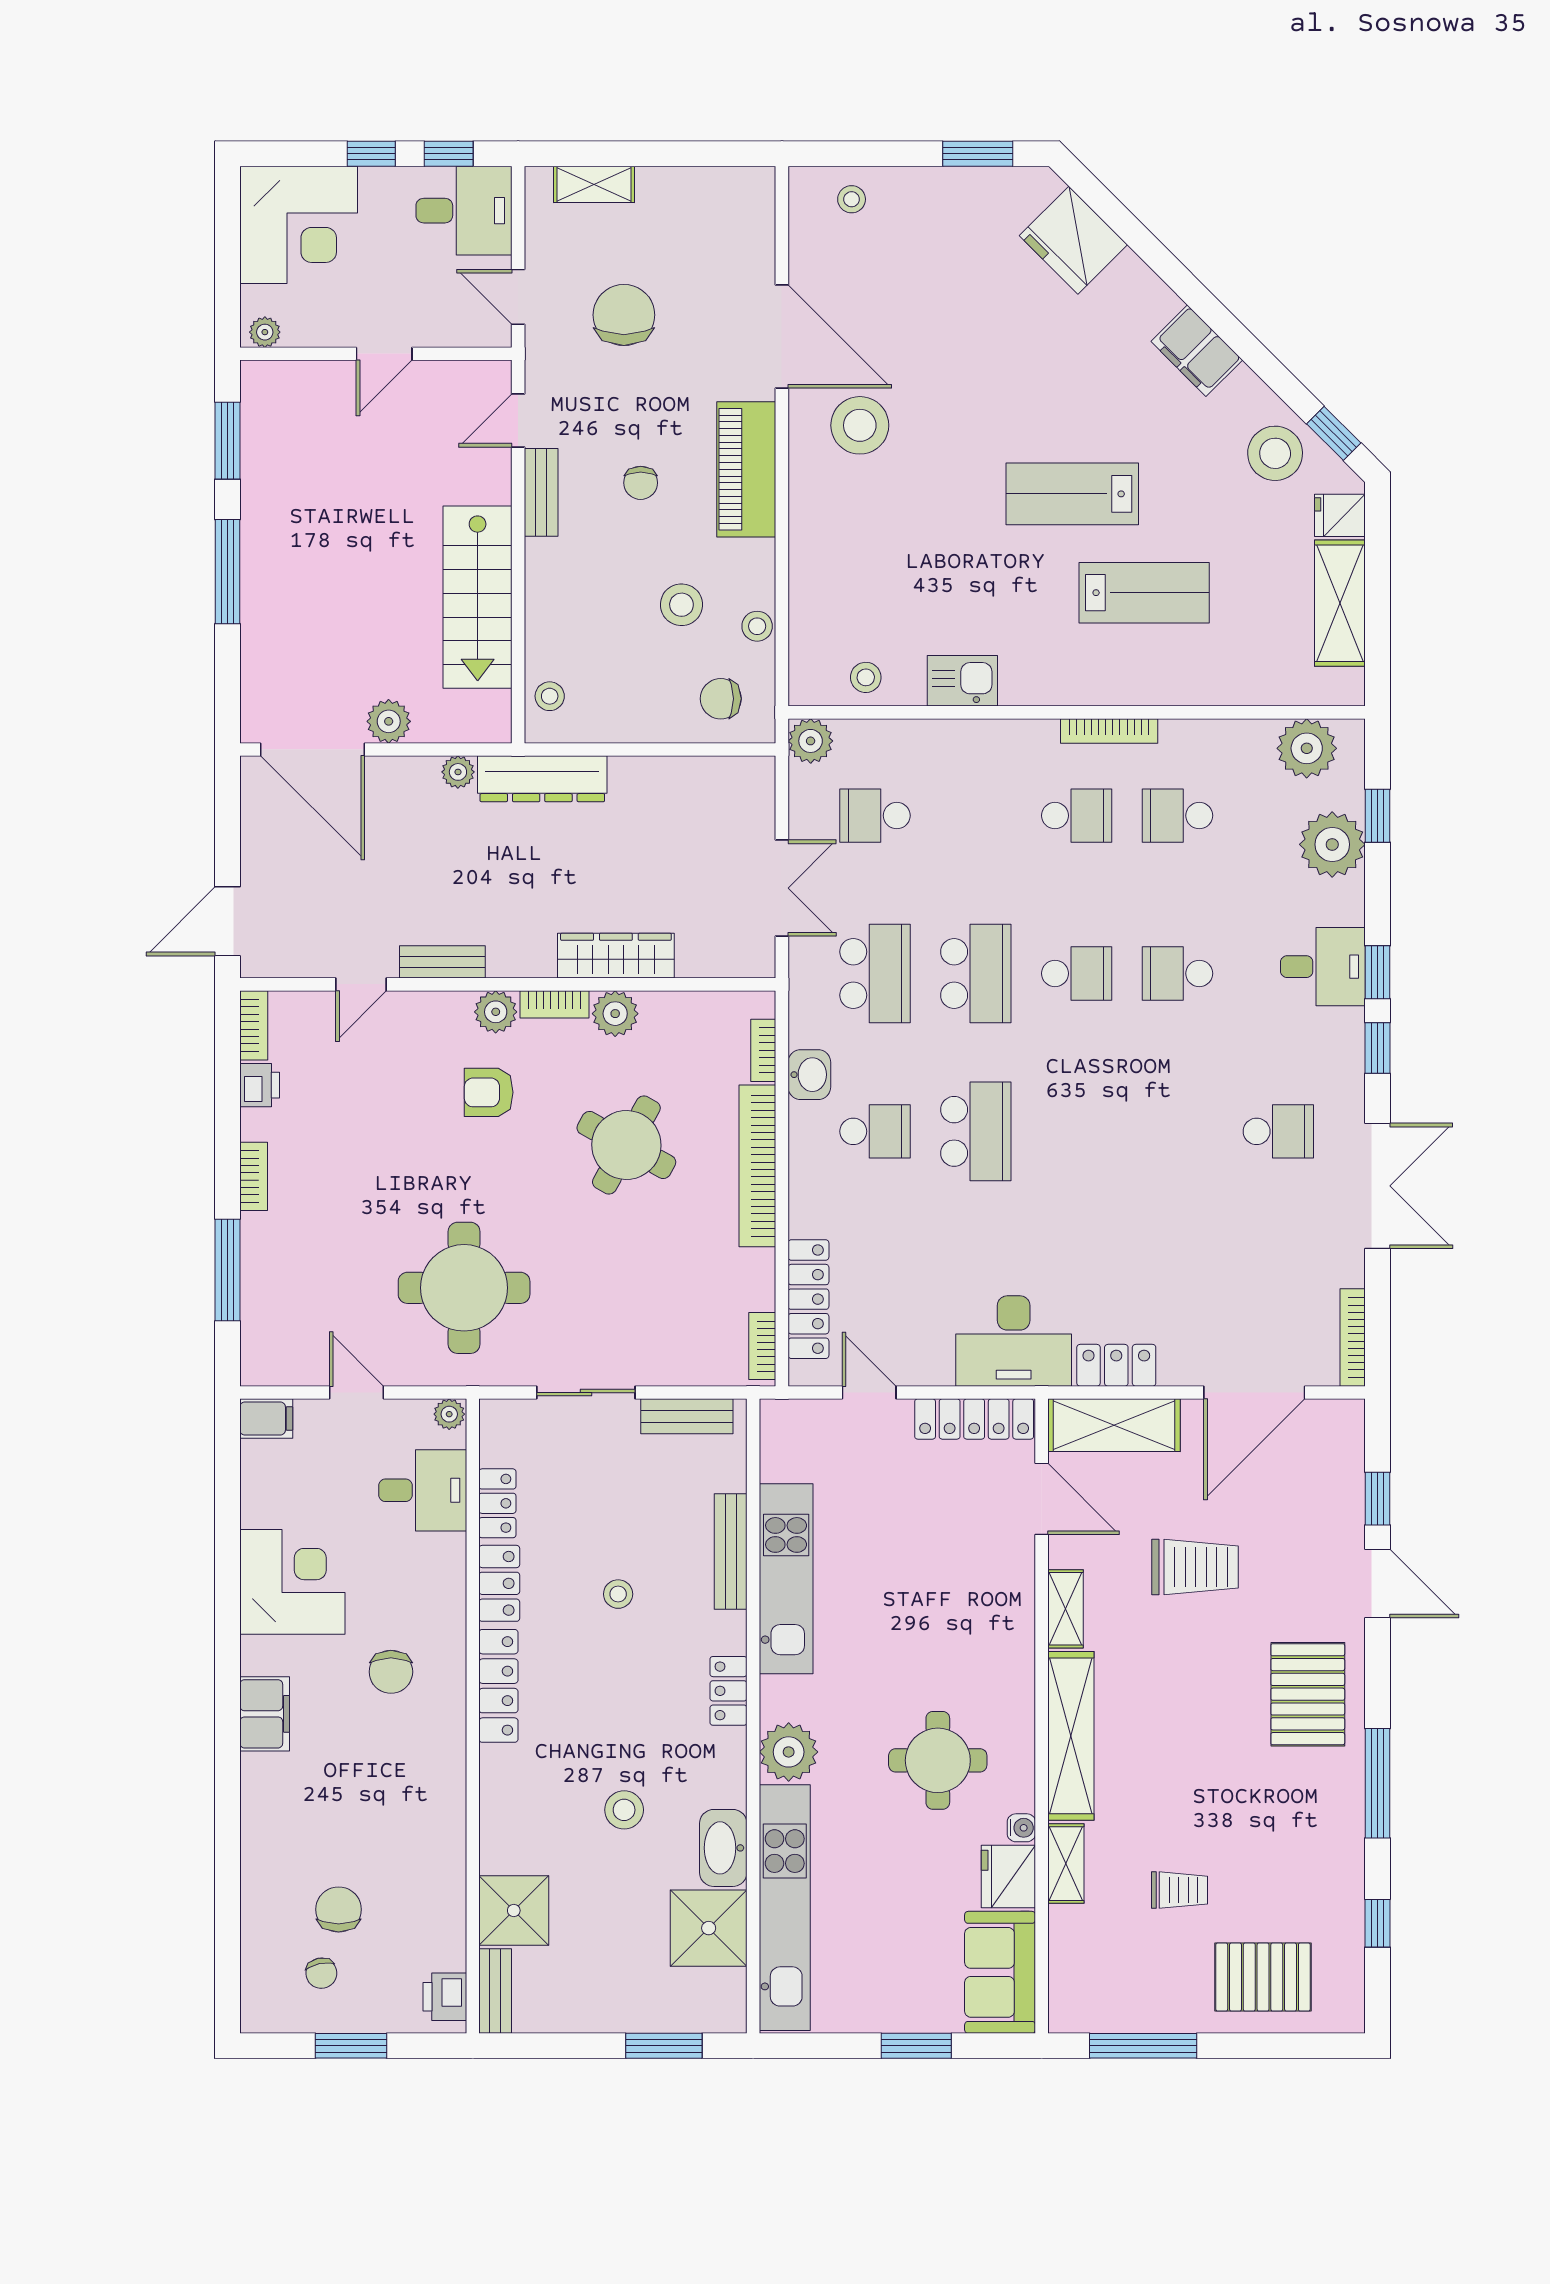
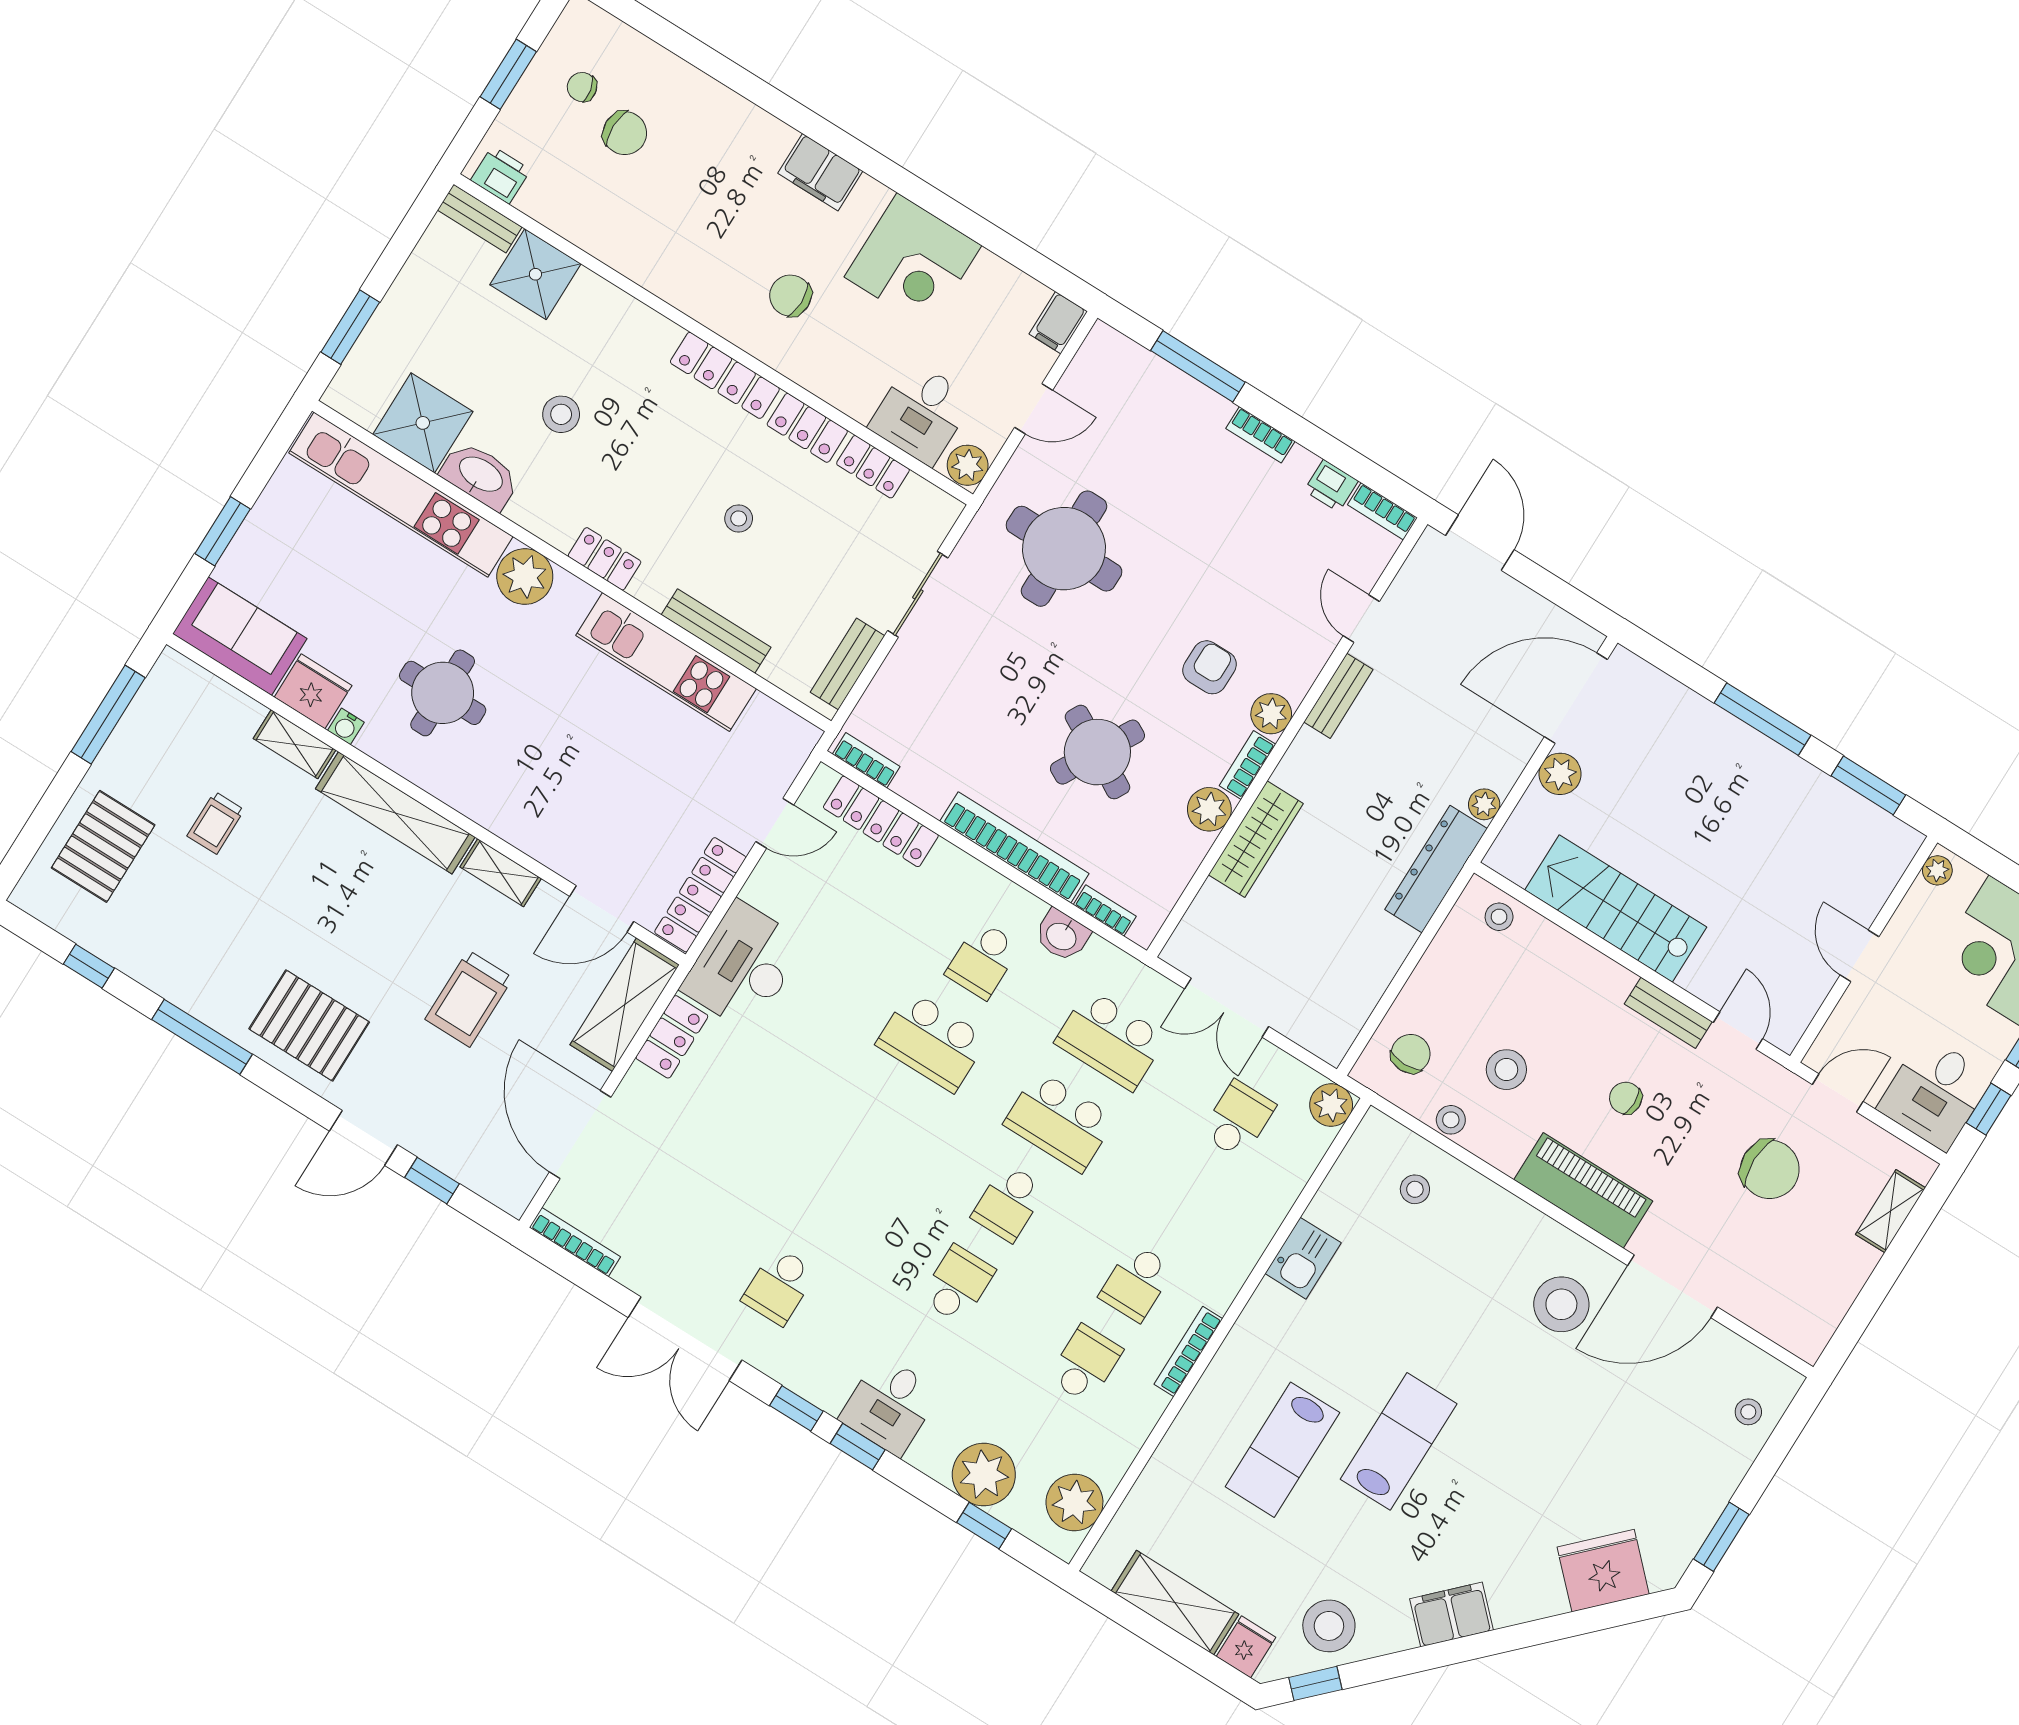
stool: (866, 677) -> (1415, 1189), moved
plant: (449, 1414) -> (968, 465), width x1.38, depth x1.38

